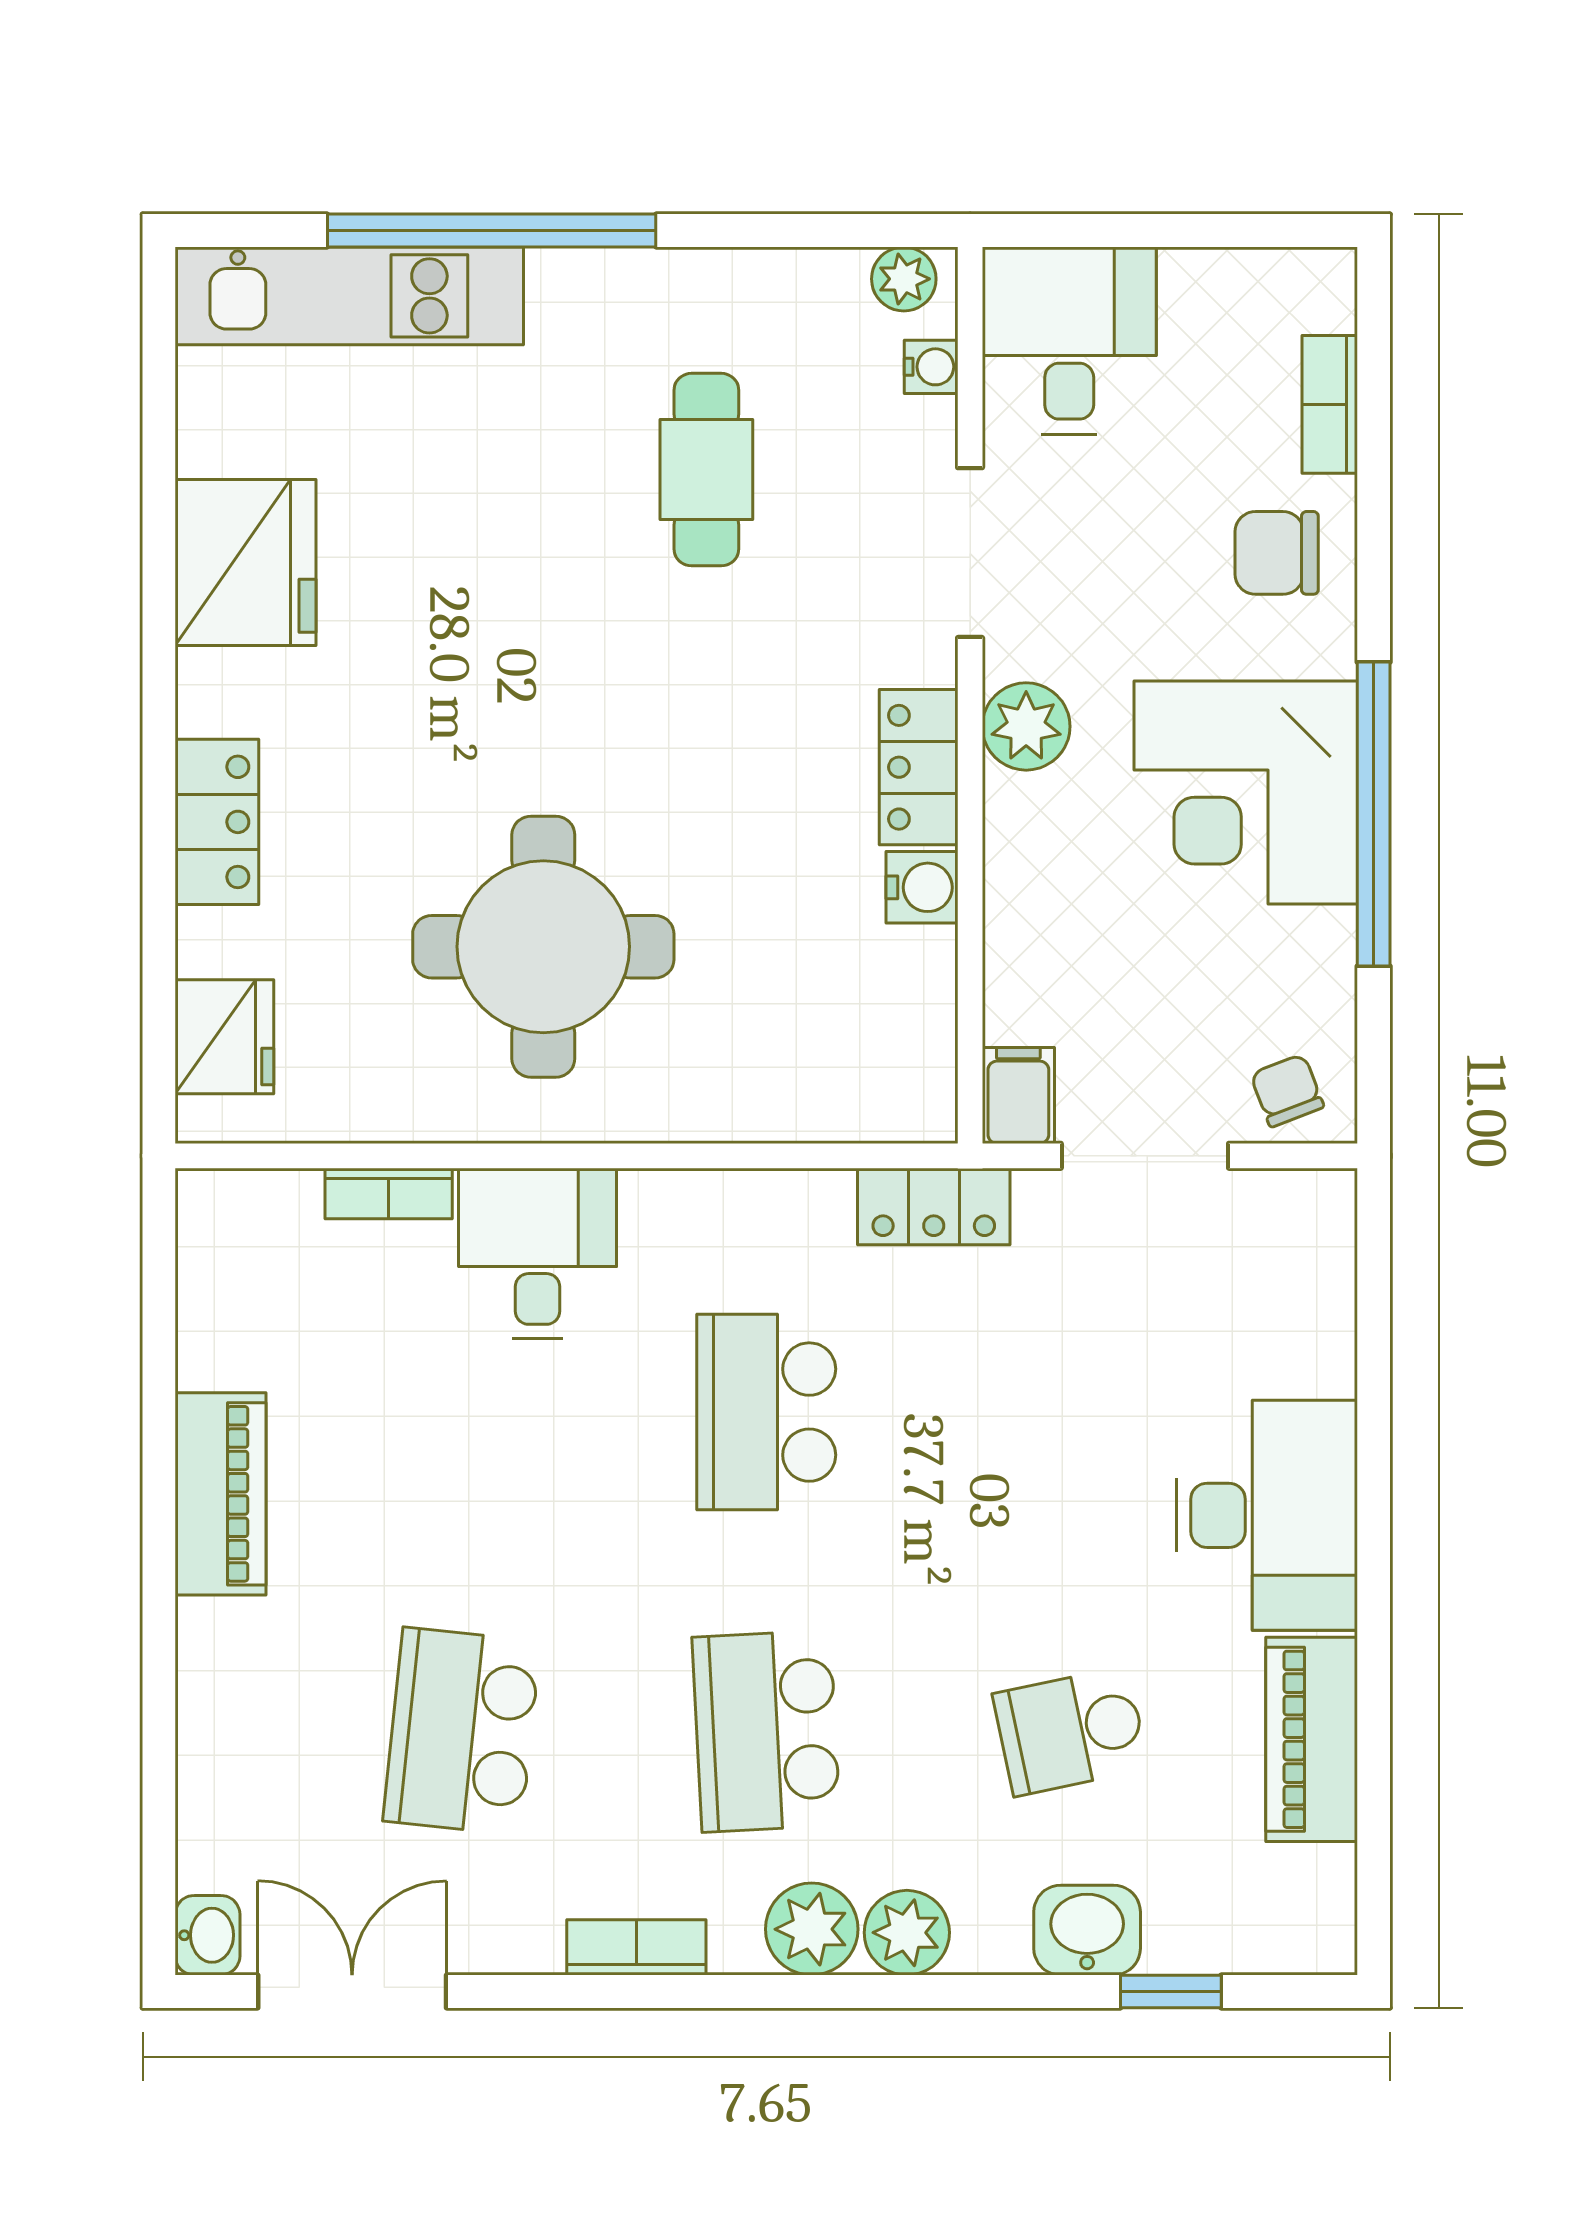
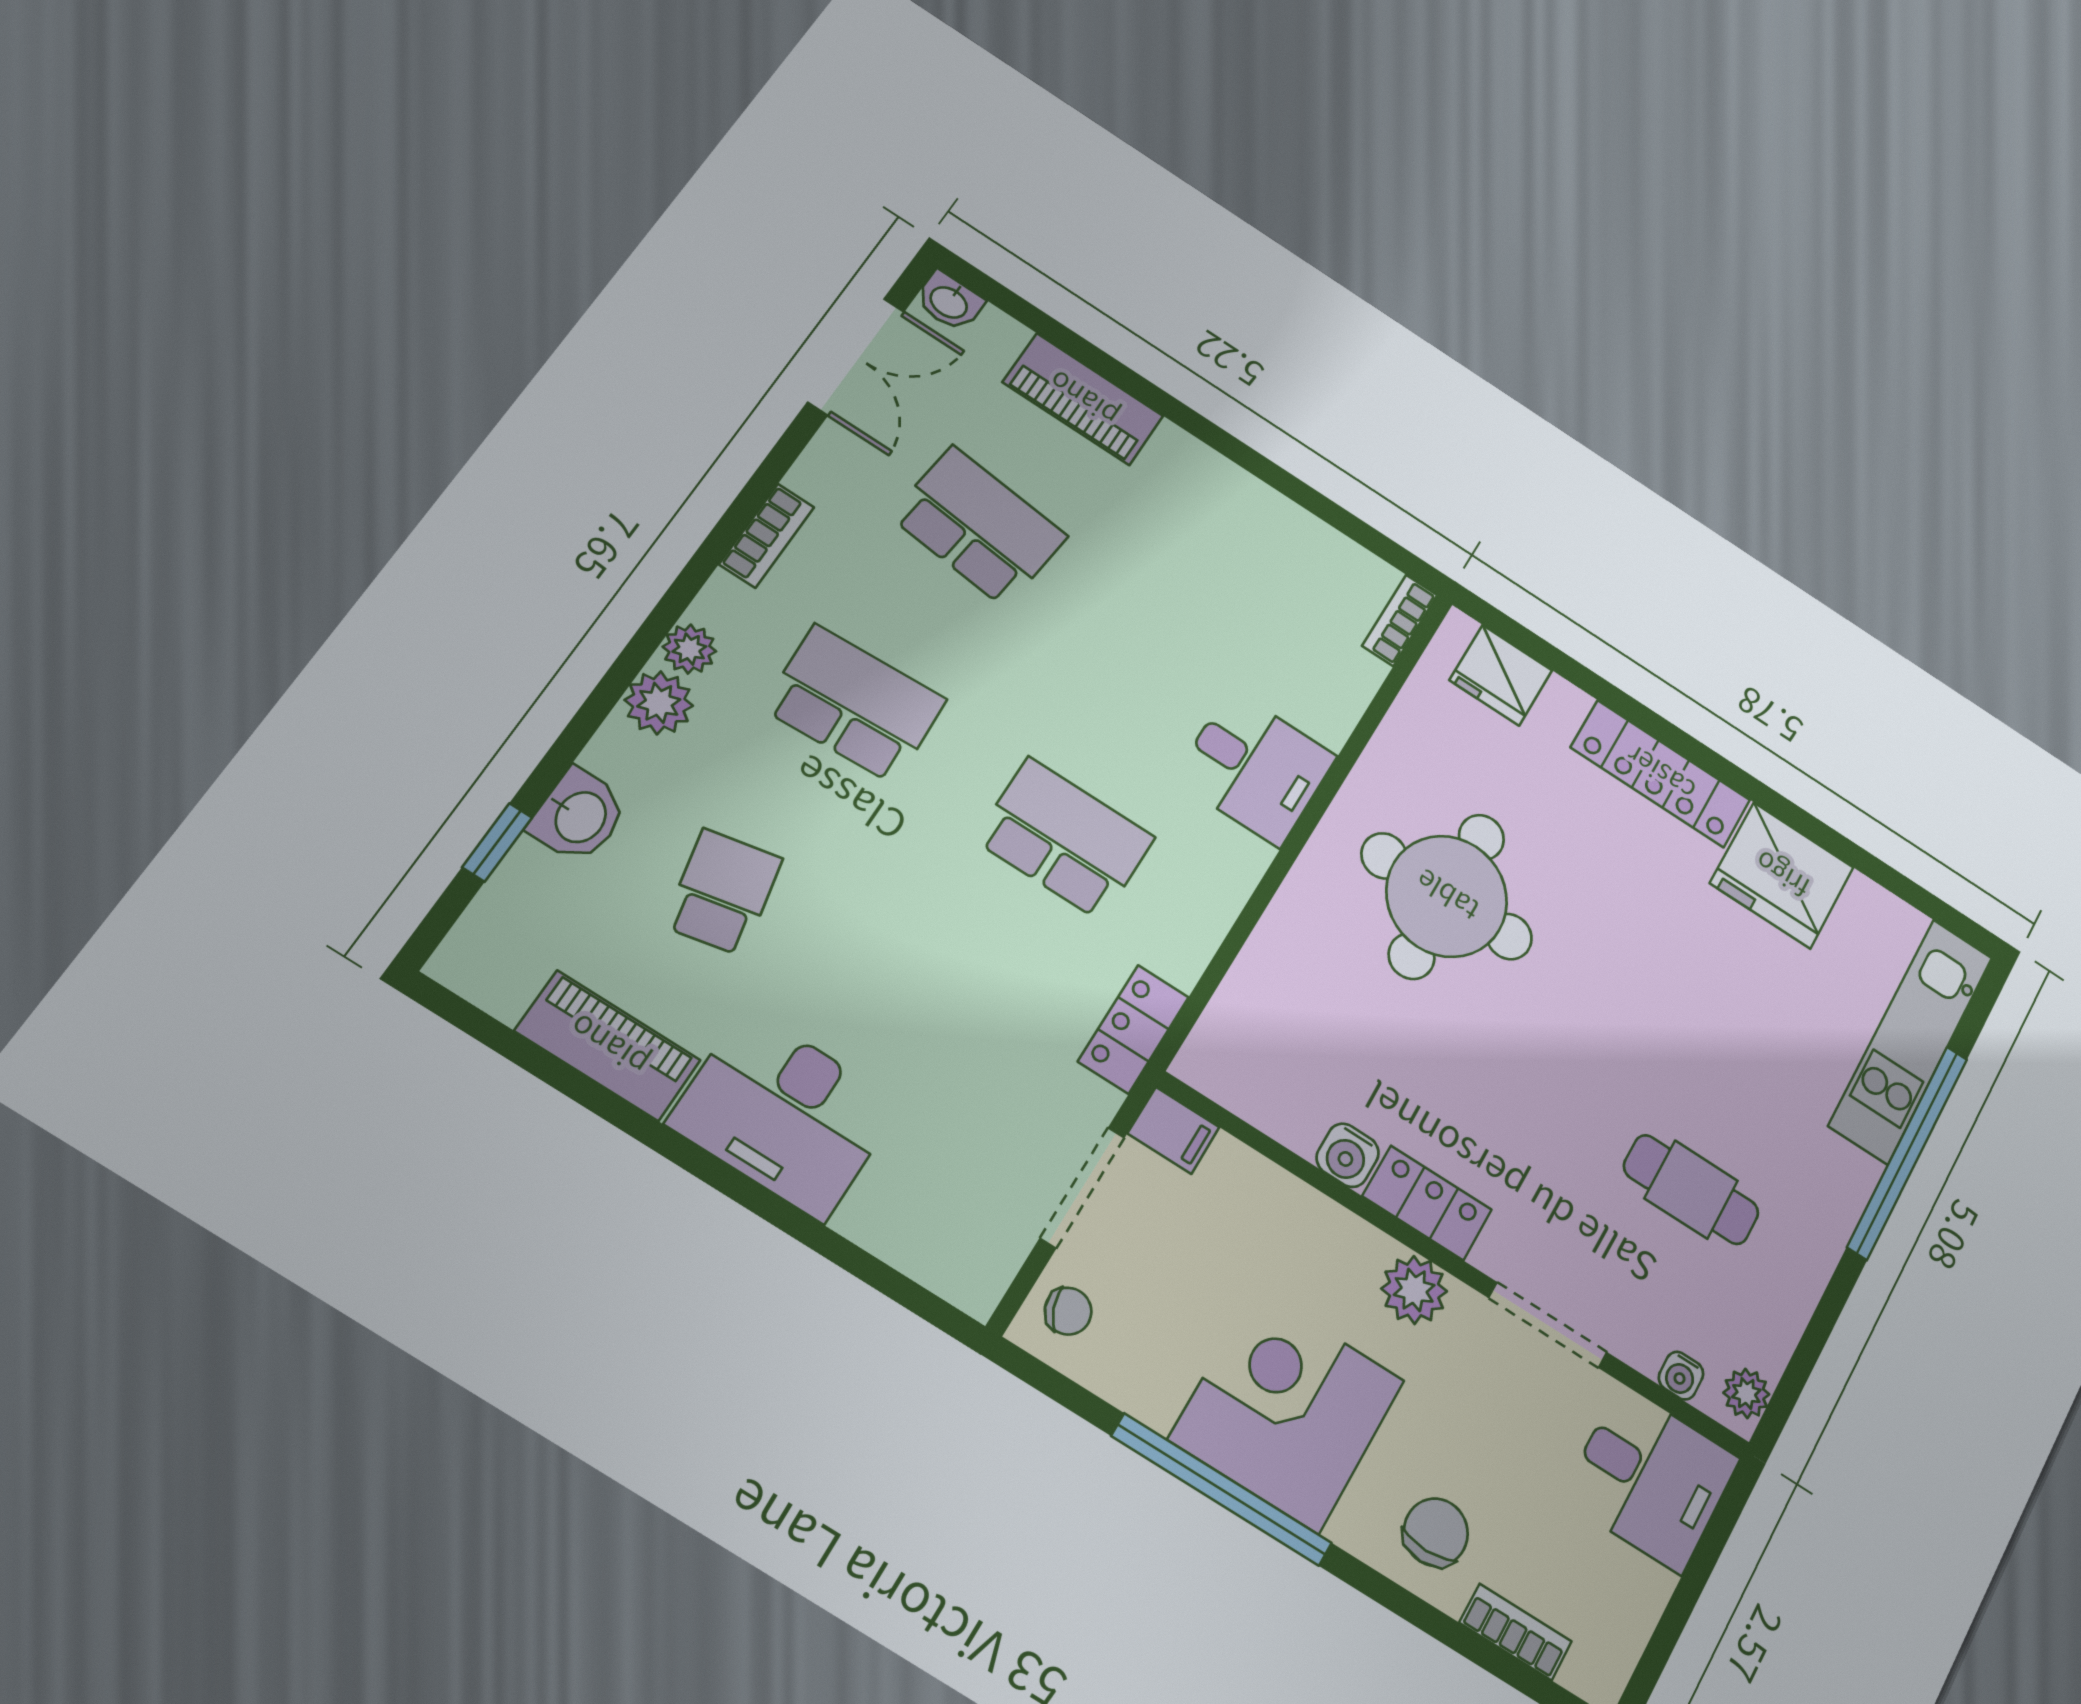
locker: (217, 822) -> (1661, 774), width x1.53
bookcase: (389, 1193) -> (1400, 620), moved
piano: (220, 1494) -> (1083, 399), moved
plant: (812, 1929) -> (689, 649), width x0.73, depth x0.73

